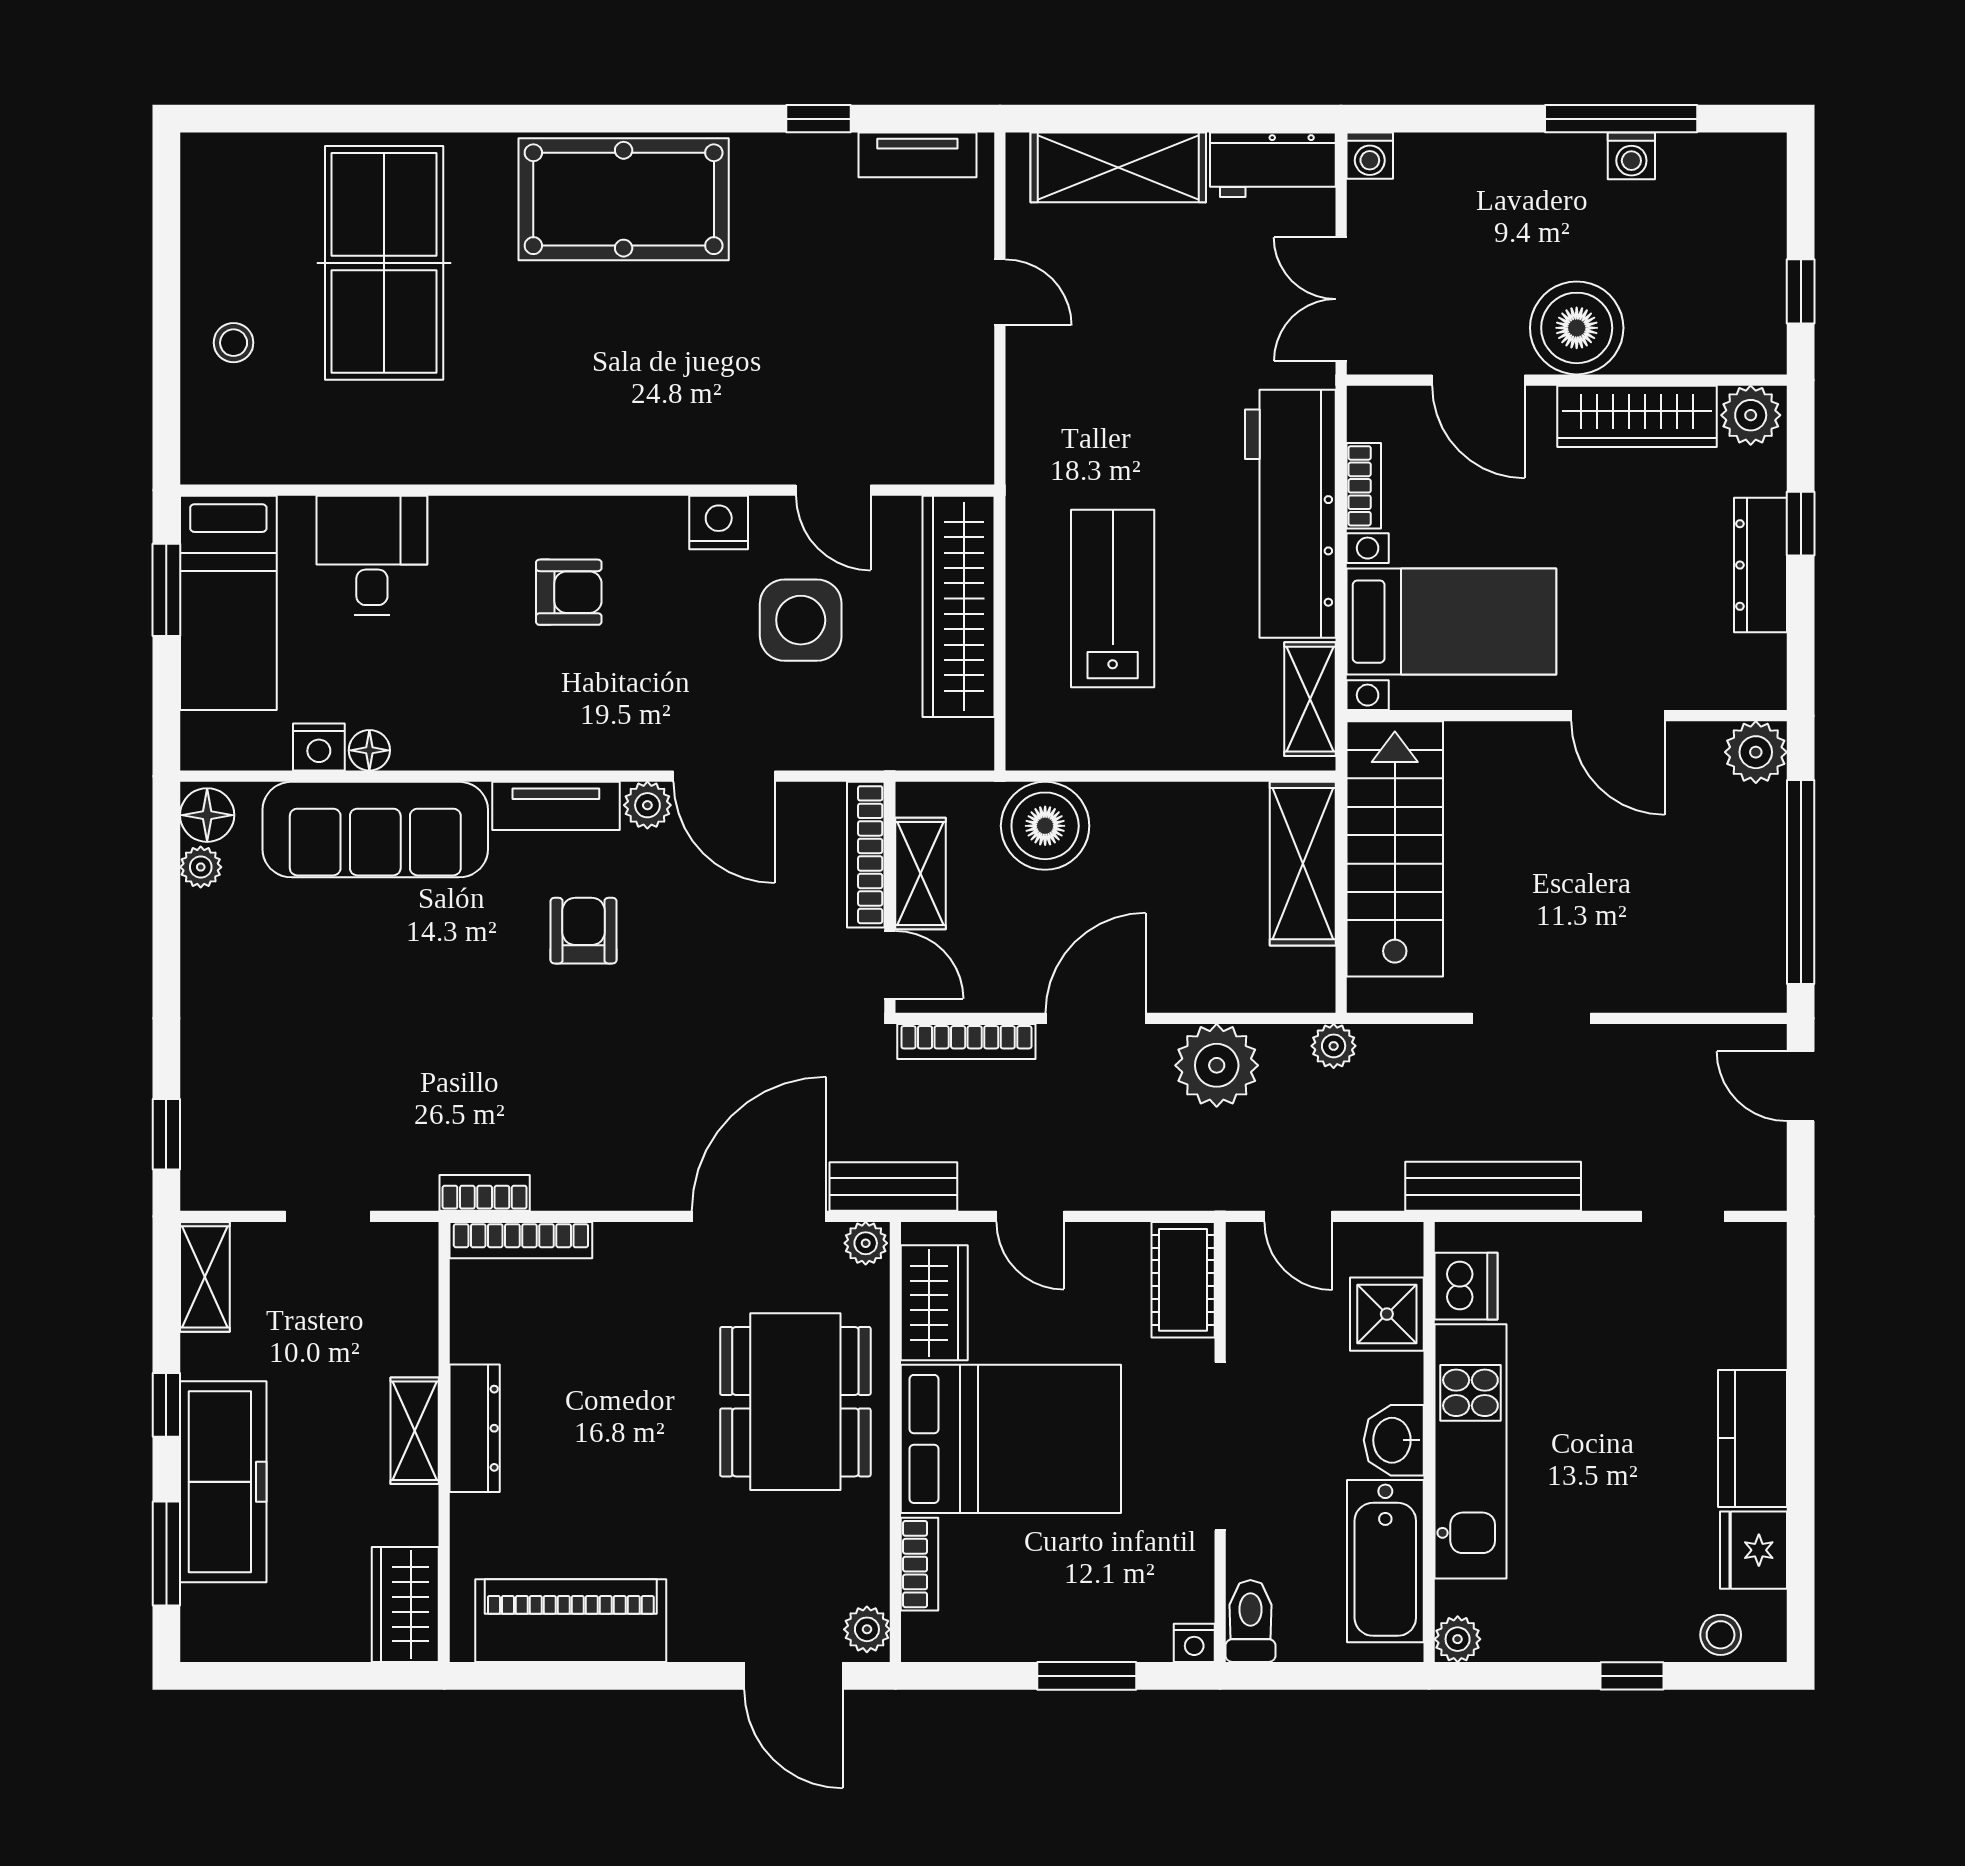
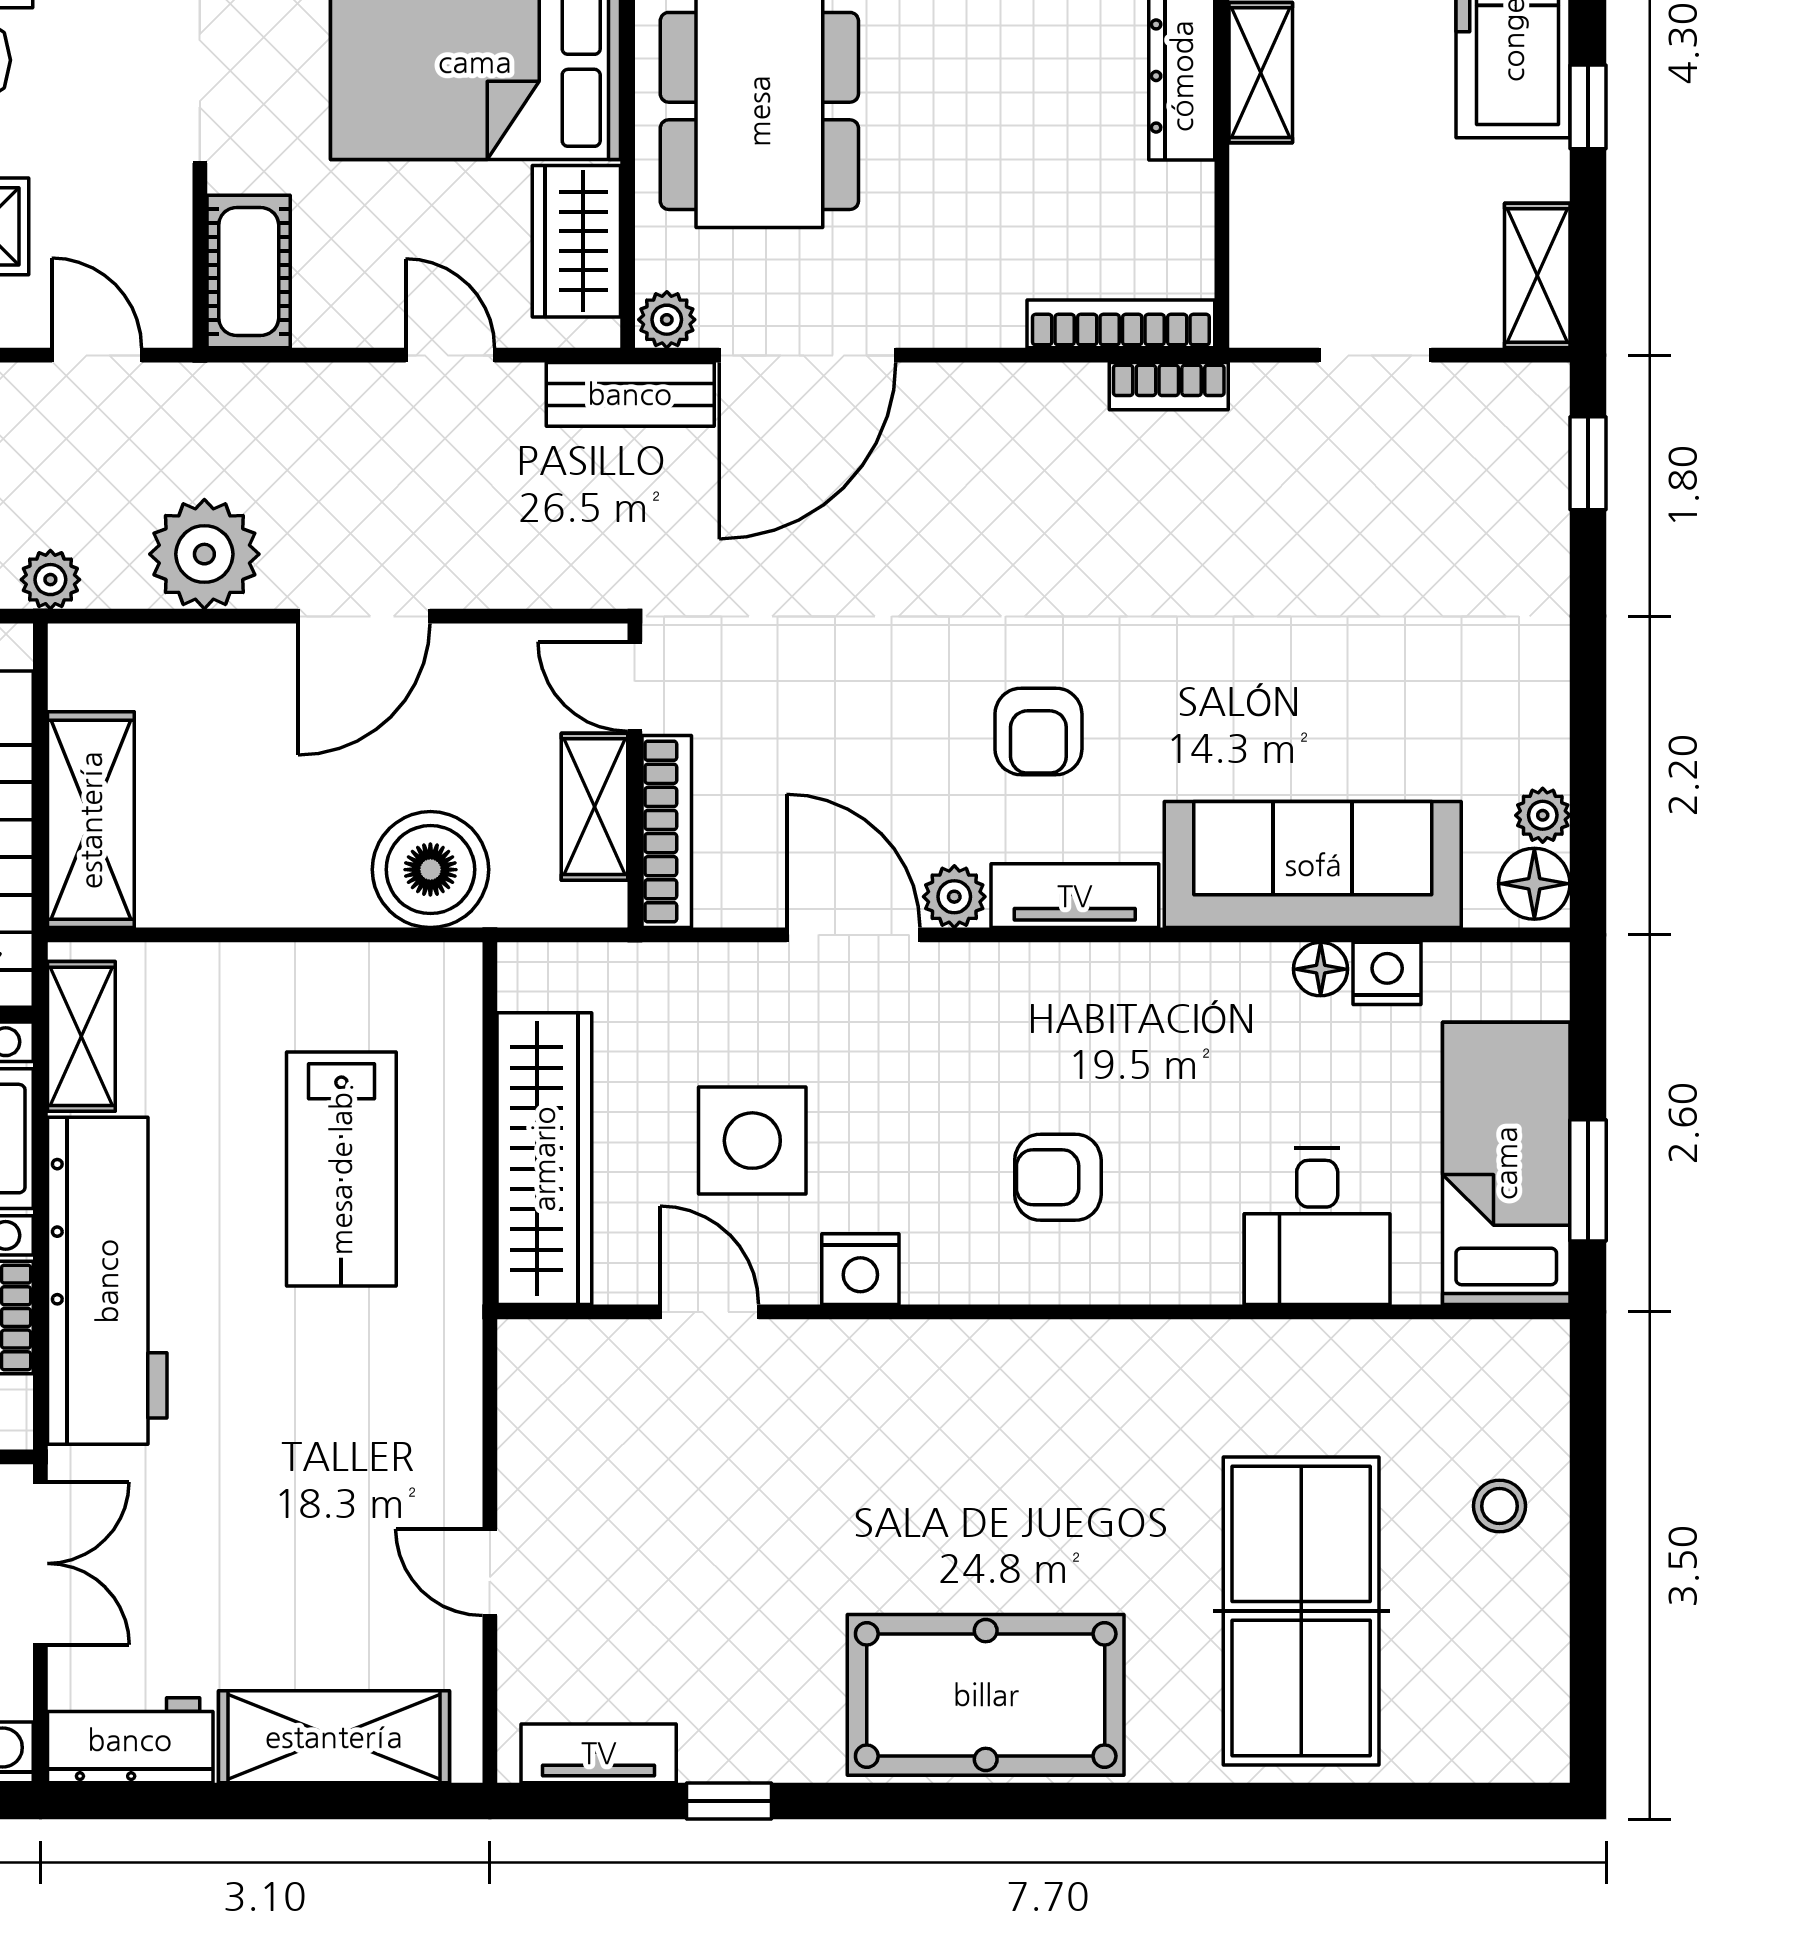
bookcase: (966, 1041) -> (534, 585), removed

